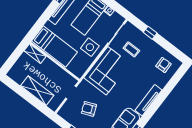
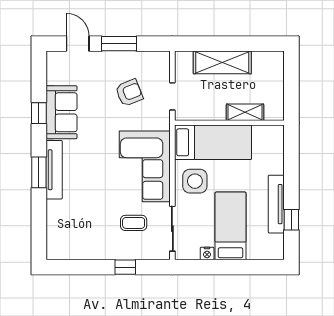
bed: (55, 46) -> (213, 142), moved, turned 180
shelving: (35, 54) -> (245, 112), moved
armchair: (164, 65) -> (71, 236), removed
window: (156, 104) -> (39, 172), added

